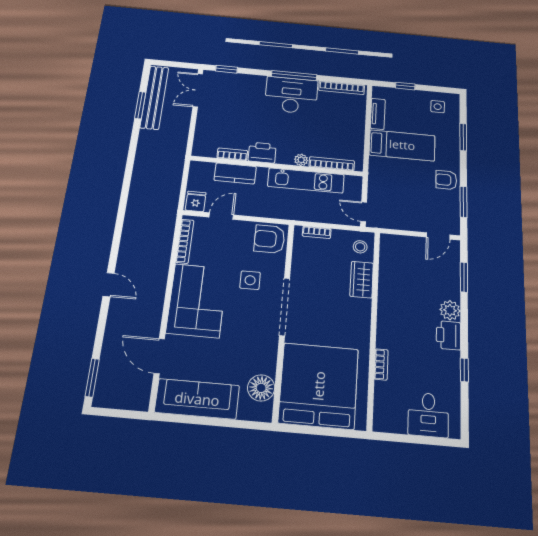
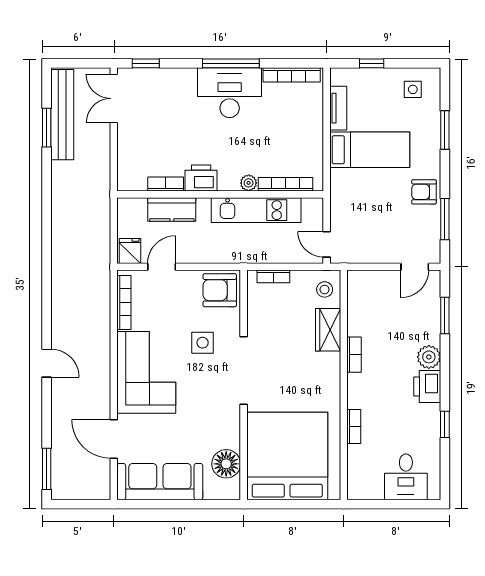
bookcase: (384, 302) -> (354, 355), added

